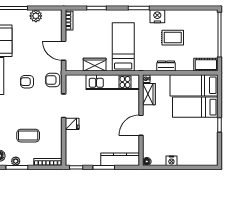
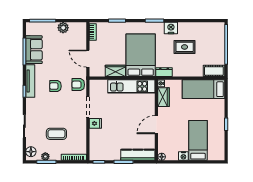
bed: (123, 47) -> (141, 55), width x1.50
dresser: (166, 66) -> (164, 72), moved
bed: (195, 107) -> (198, 140), moved, turned 90

